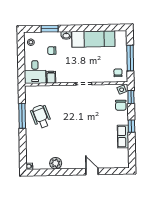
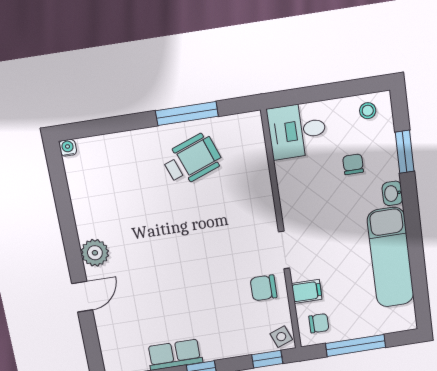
filing cabinet: (51, 77) -> (307, 291), moved
chair: (121, 105) -> (264, 288), moved
plant: (56, 163) -> (95, 253), moved

